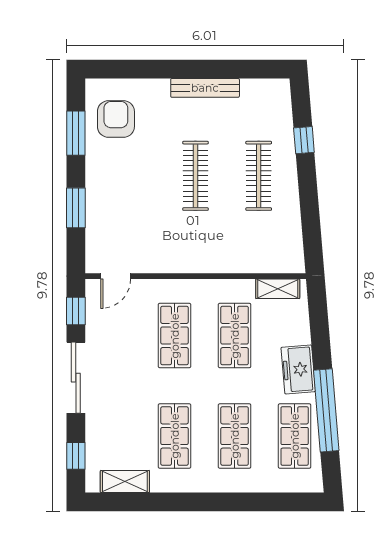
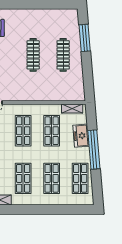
bench: (205, 88) -> (38, 13), removed
window: (304, 140) -> (85, 38), width x2.17
freezer: (298, 369) -> (81, 136), moved
window: (326, 410) -> (94, 150), moved

